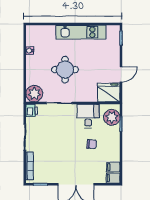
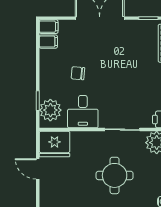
door: (121, 74) -> (38, 169), hinge flipped

